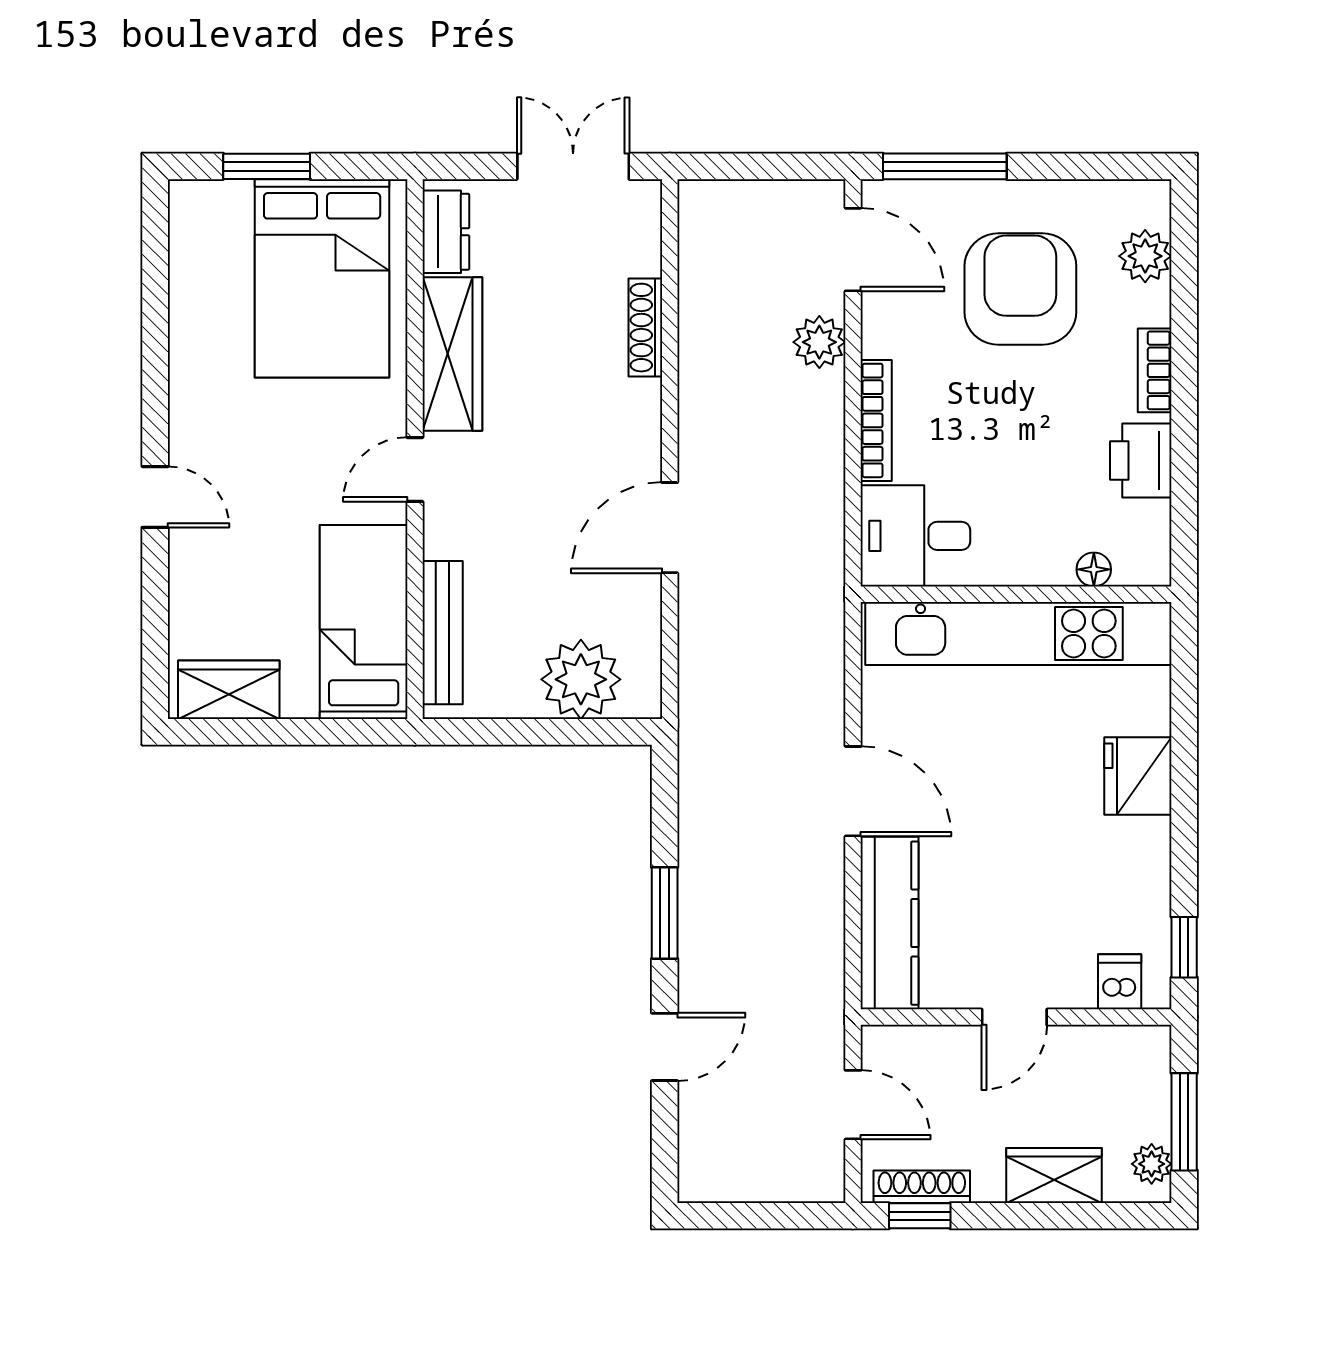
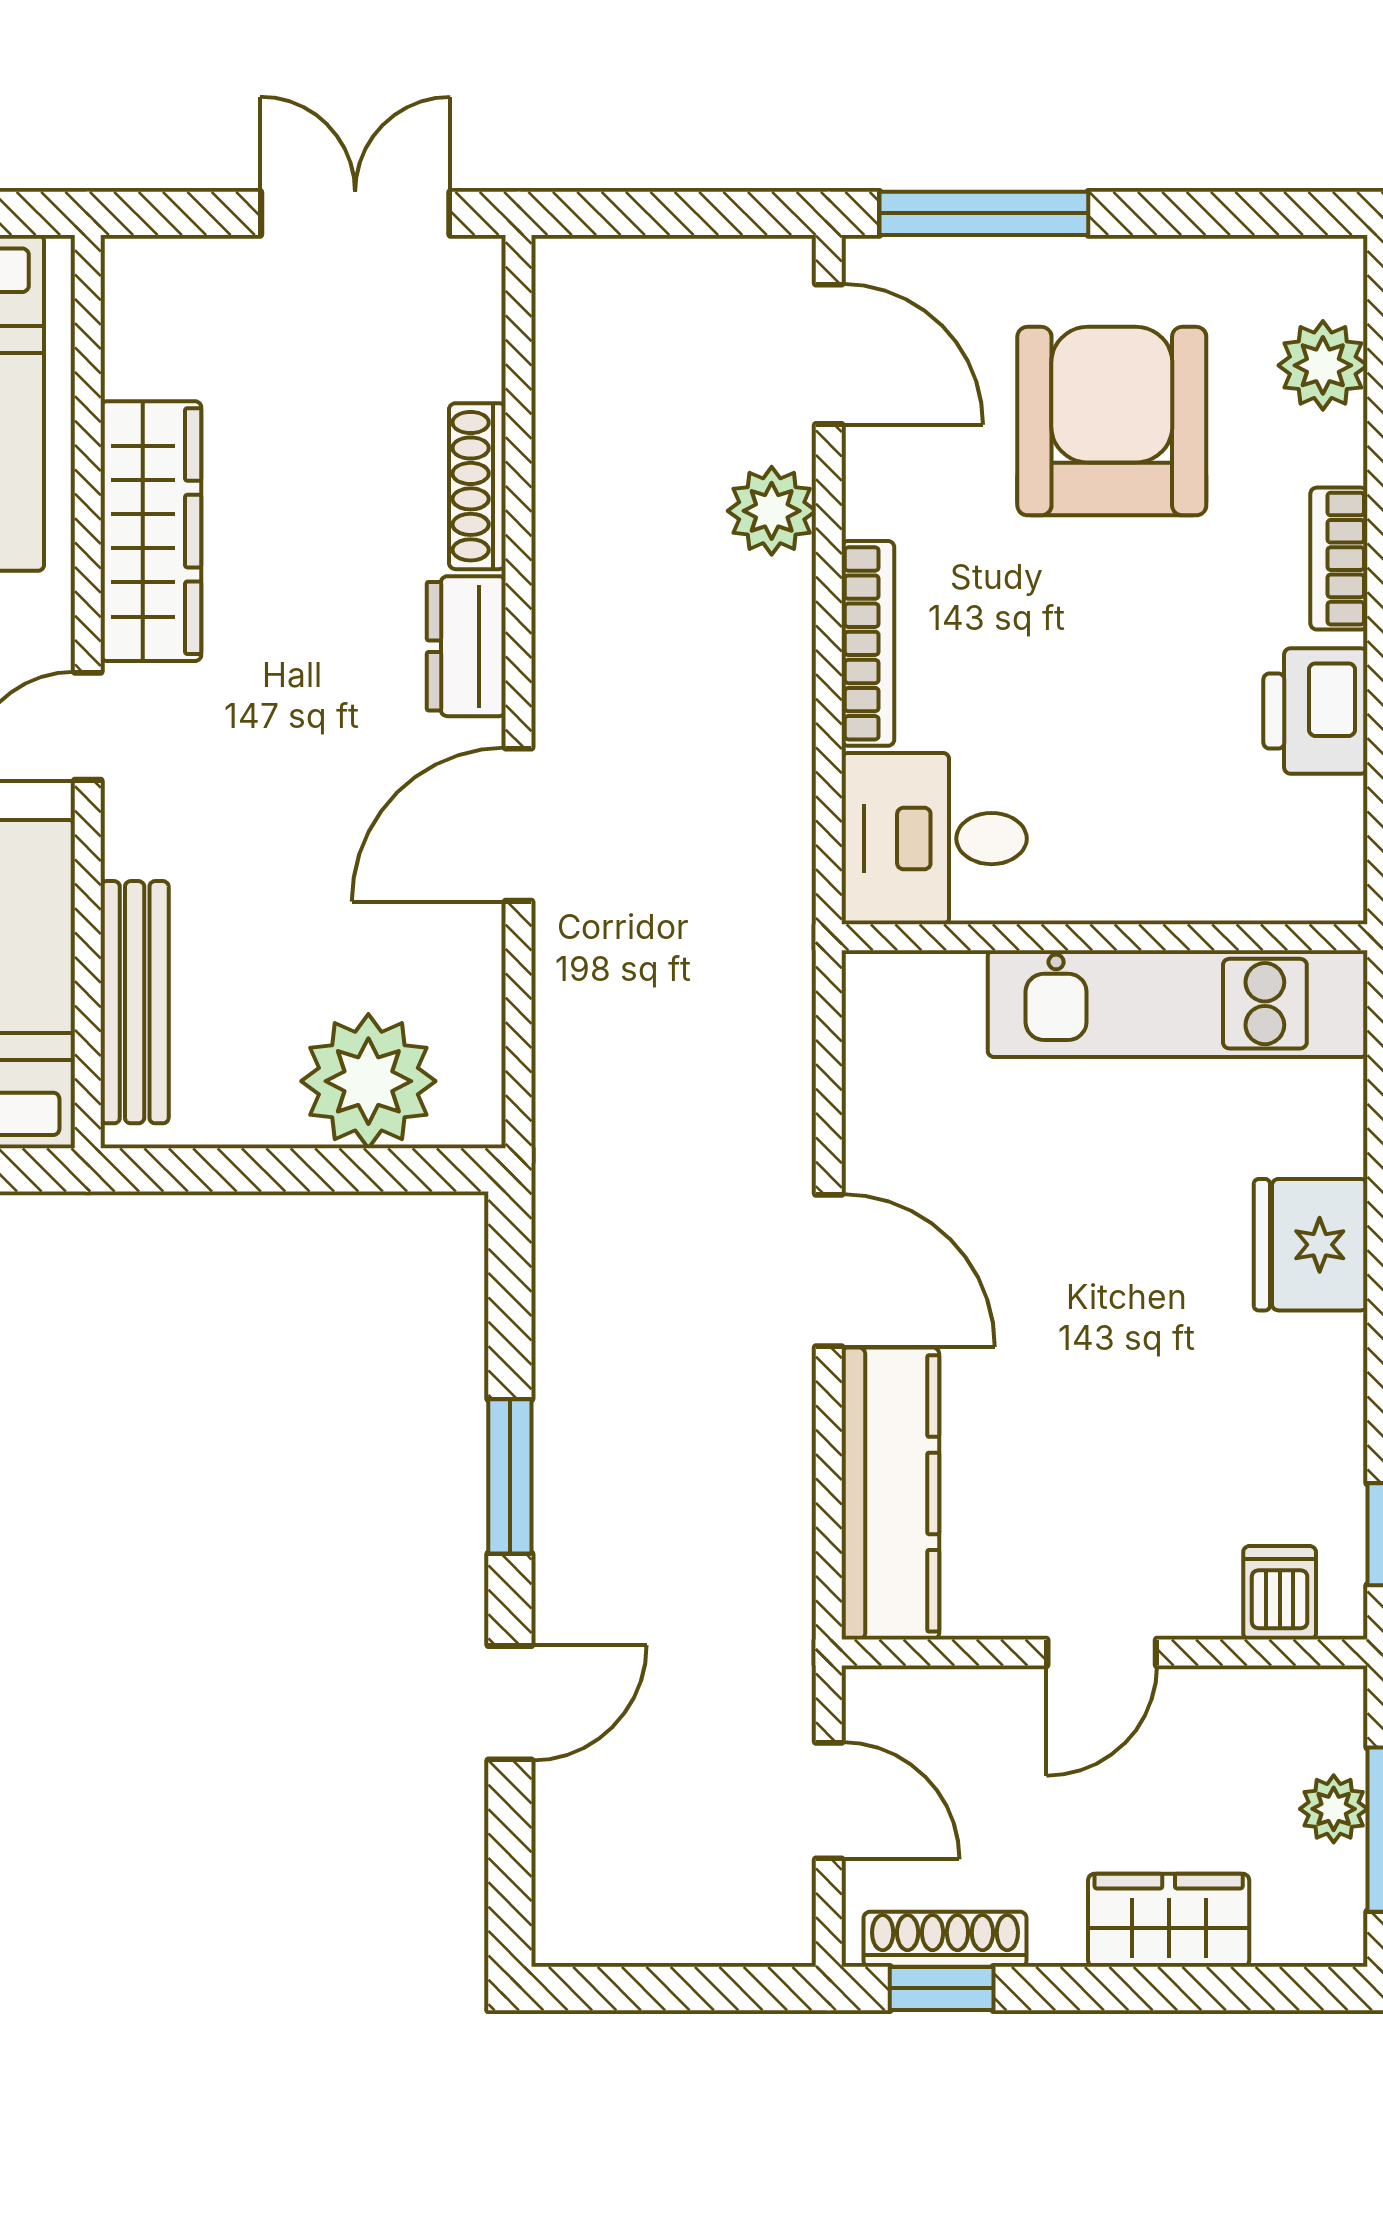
dresser: (446, 232) -> (466, 646), moved, turned 180
floor lamp: (1094, 569) -> (1236, 895), removed
kitchen unit: (1018, 633) -> (1178, 1004), width x0.73
plant: (1152, 1164) -> (1334, 1809), moved

